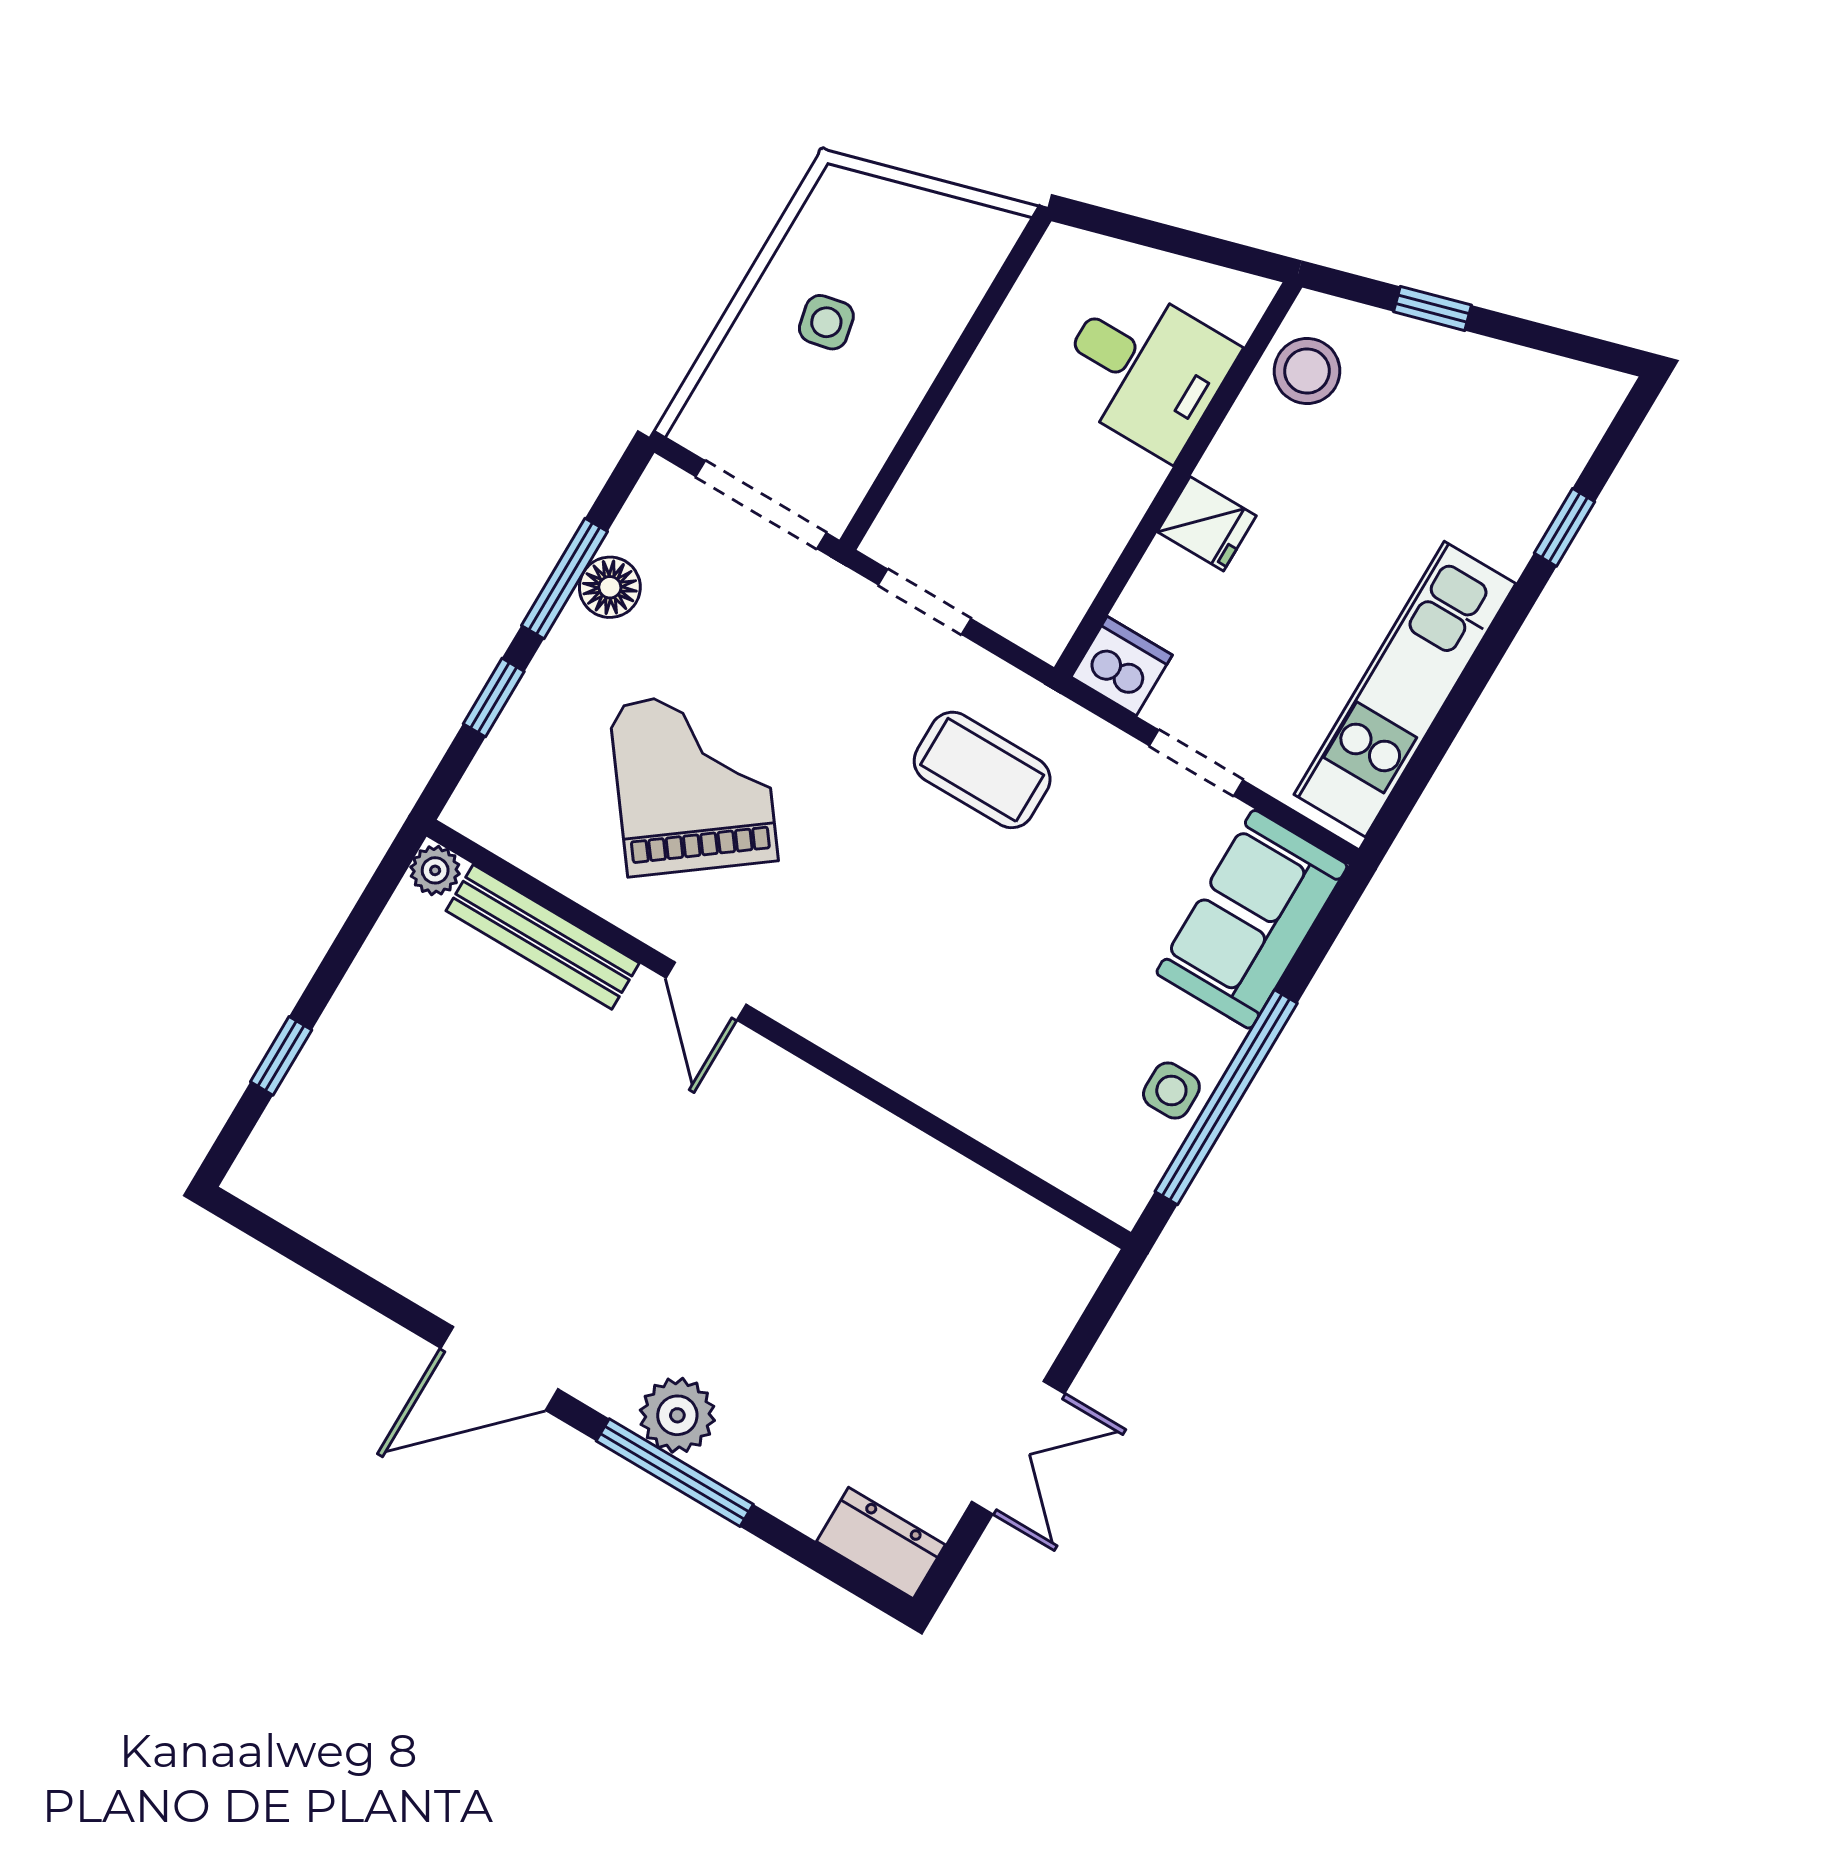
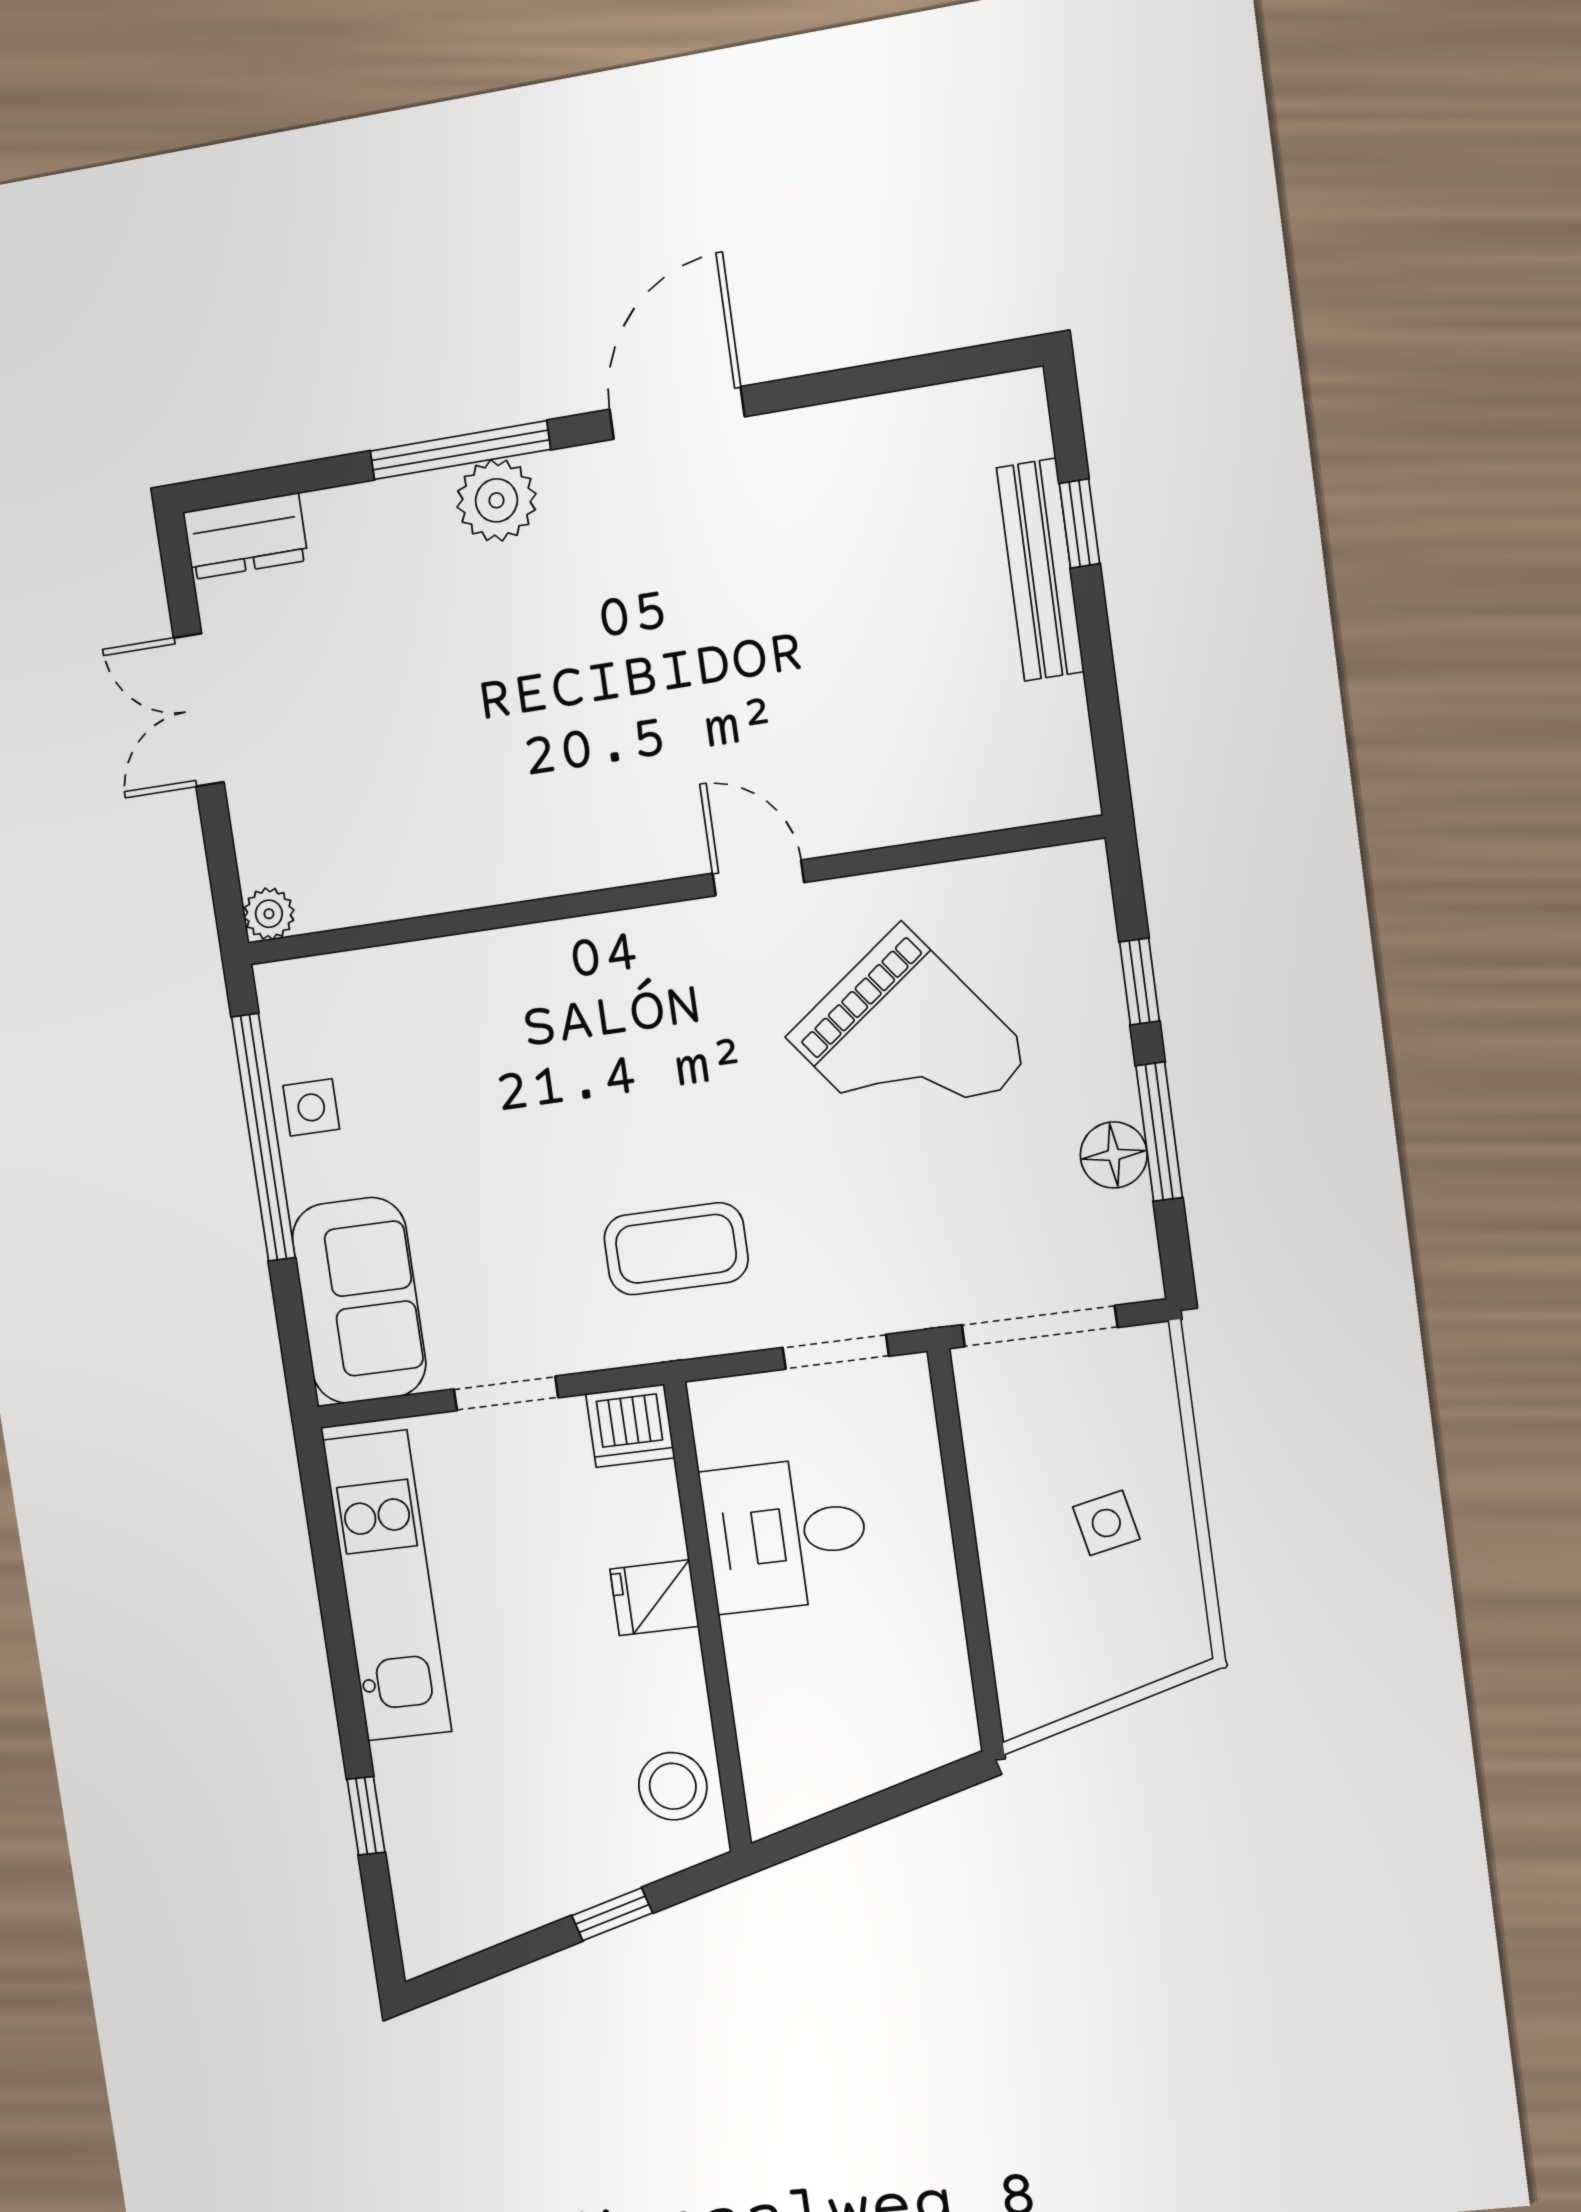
desk: (1145, 369) -> (786, 1534), moved
plant: (435, 870) -> (269, 914), moved
bench: (543, 937) -> (1040, 570), moved, turned 90

